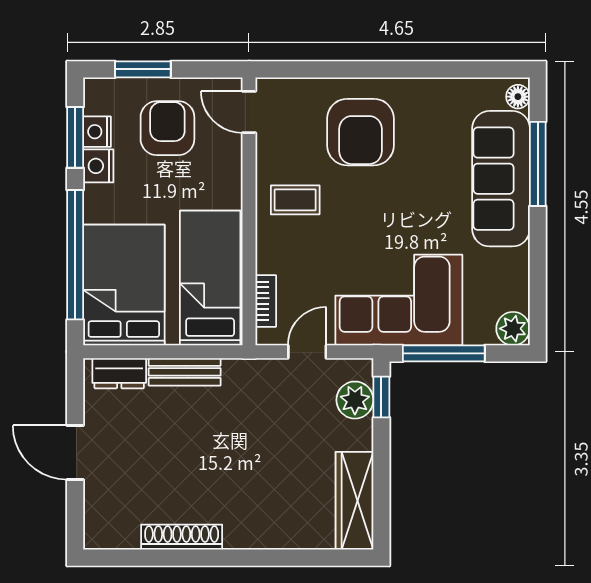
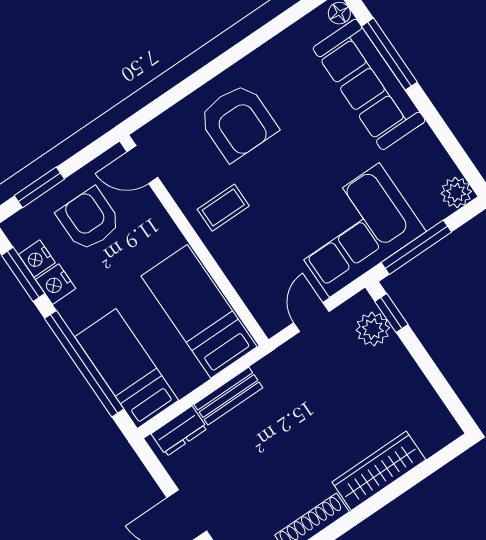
bed: (124, 285) -> (127, 369), width x0.67
bookcase: (266, 301) -> (253, 300), removed
wardrobe: (355, 501) -> (379, 471), moved, turned 90

